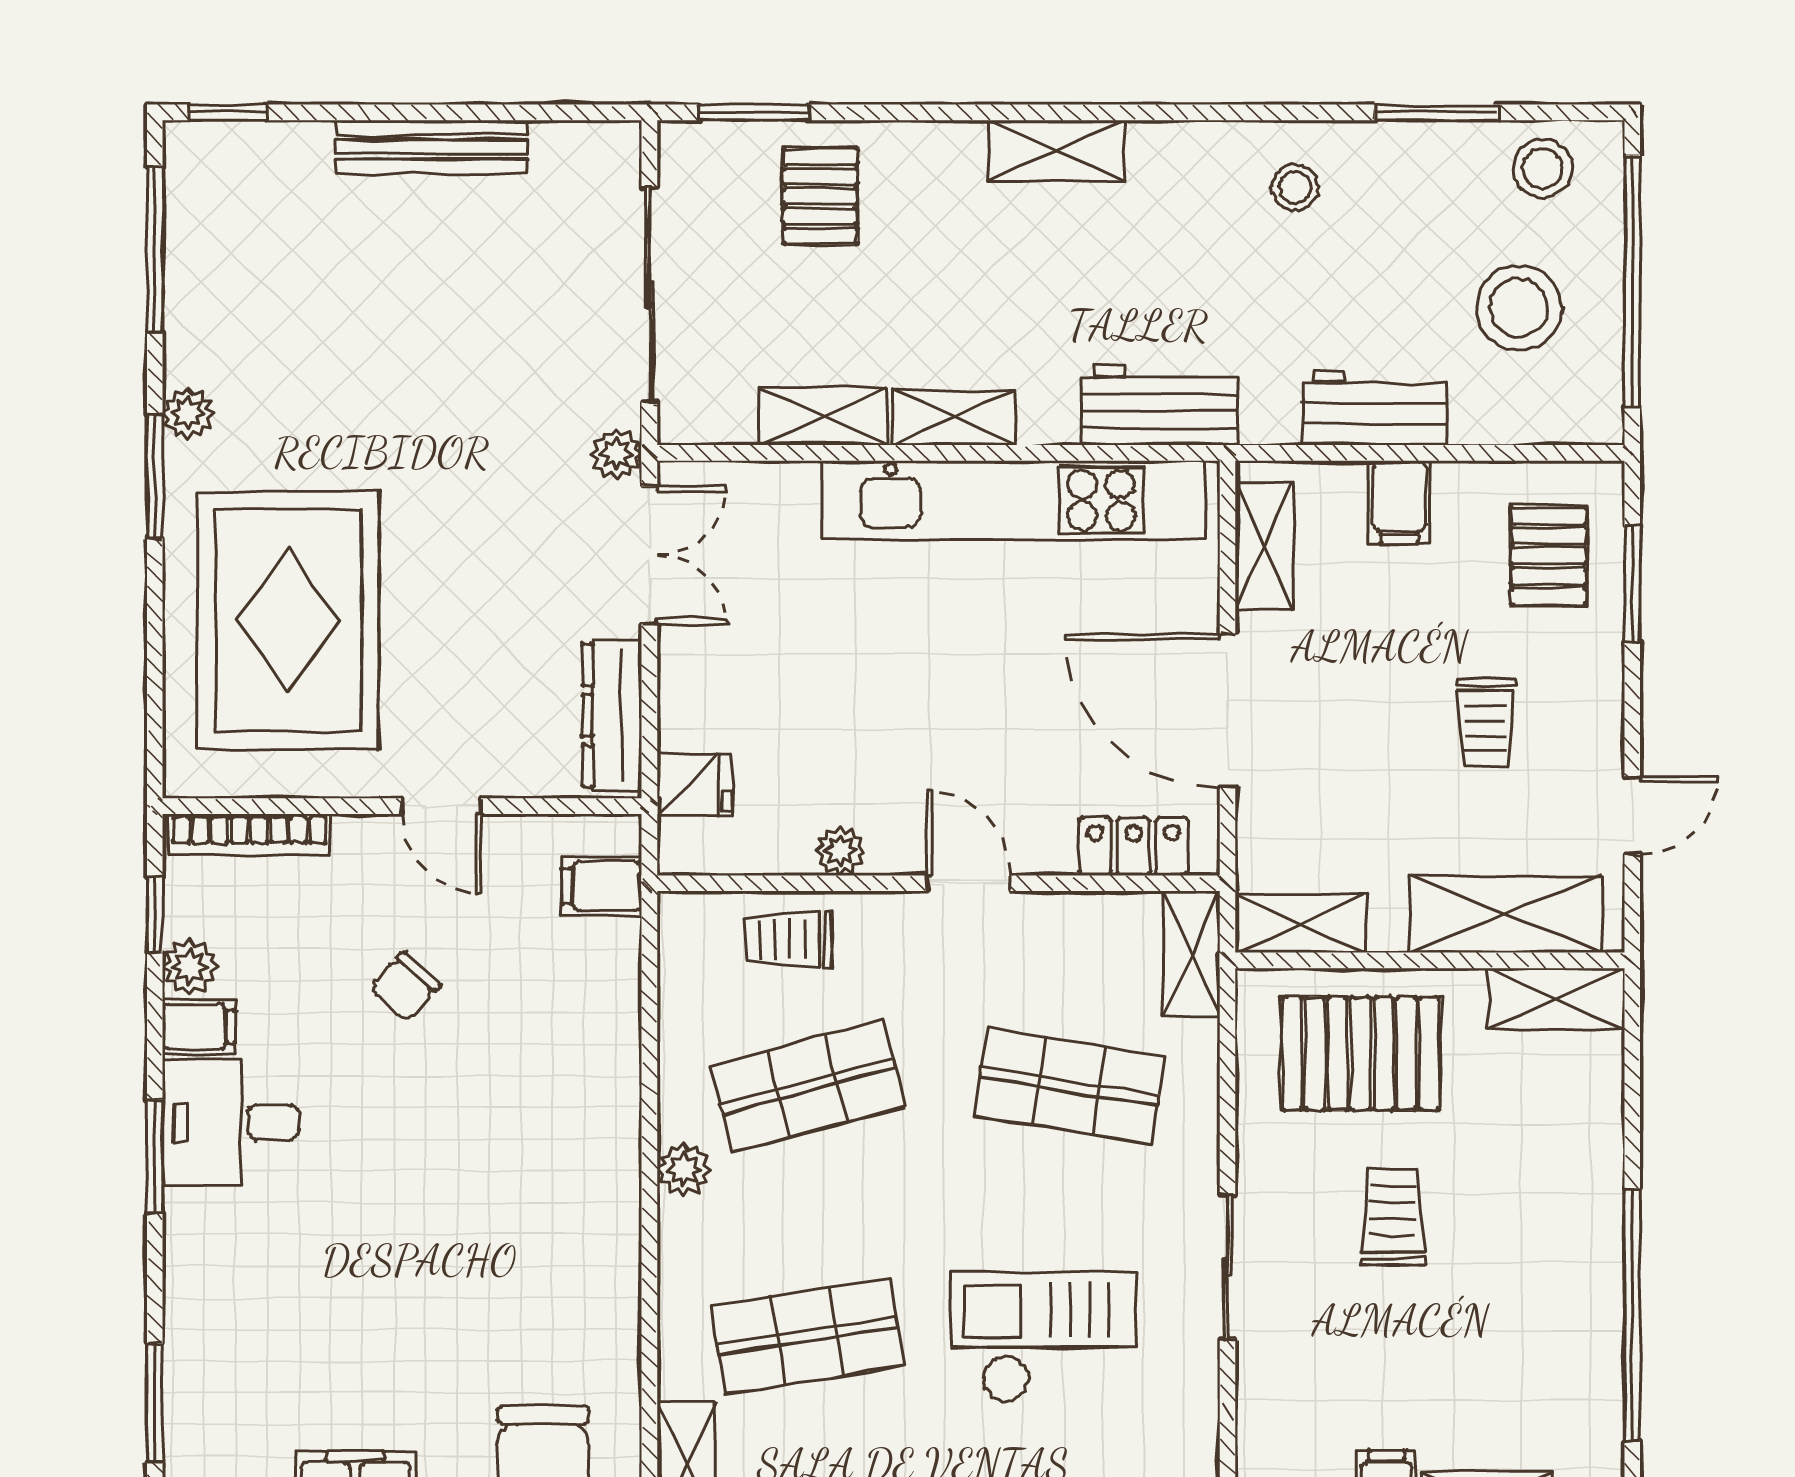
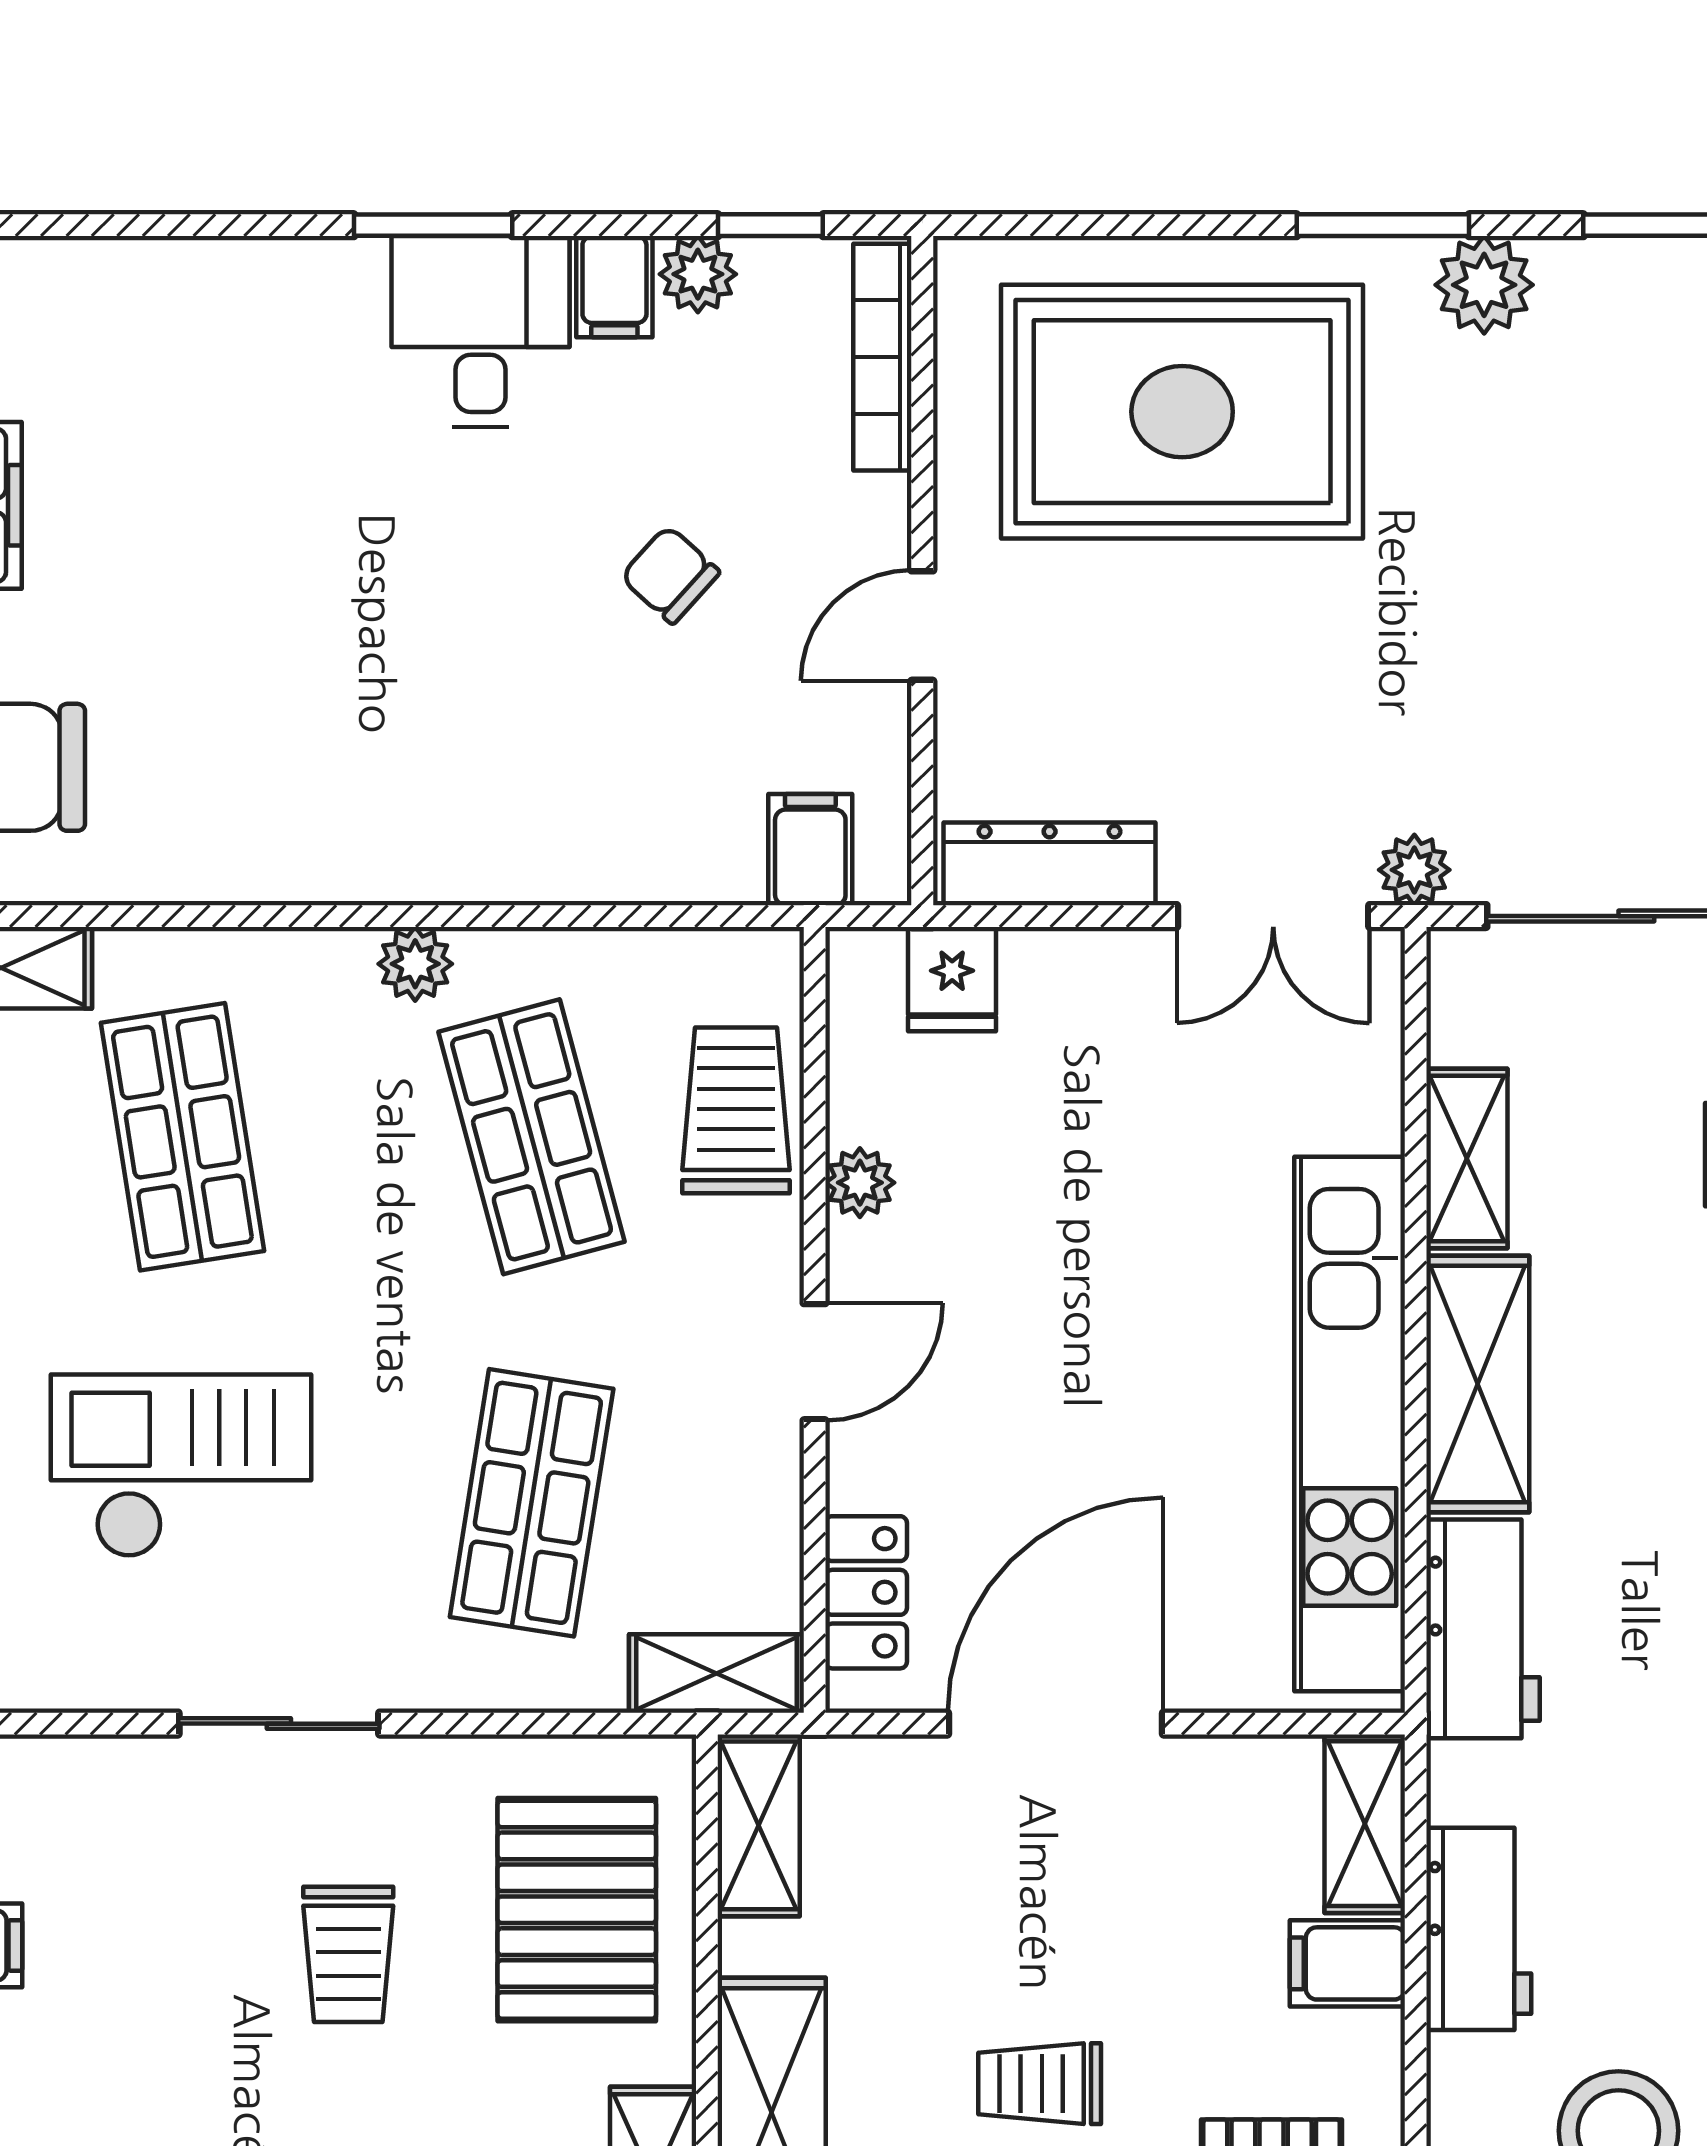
plant: (188, 414) -> (1484, 285), width x1.38, depth x1.38
shelving: (954, 418) -> (1478, 1384), width x1.50, depth x1.33
shelving: (1264, 546) -> (1365, 1824), moved, turned 90
trolley: (789, 940) -> (736, 1110), width x1.36, depth x1.39
trolley: (1393, 1217) -> (348, 1954), turned 90
checkout: (1043, 1337) -> (181, 1466), turned -90
window: (155, 1403) -> (89, 225), removed

